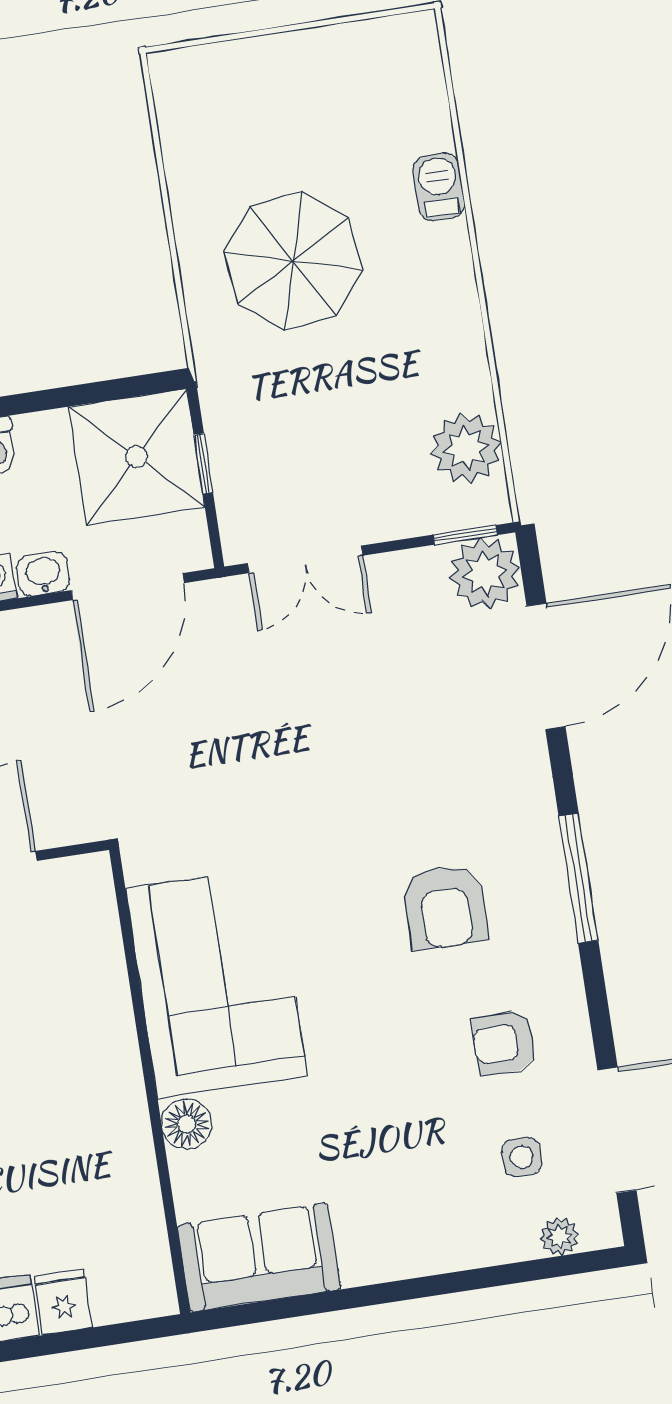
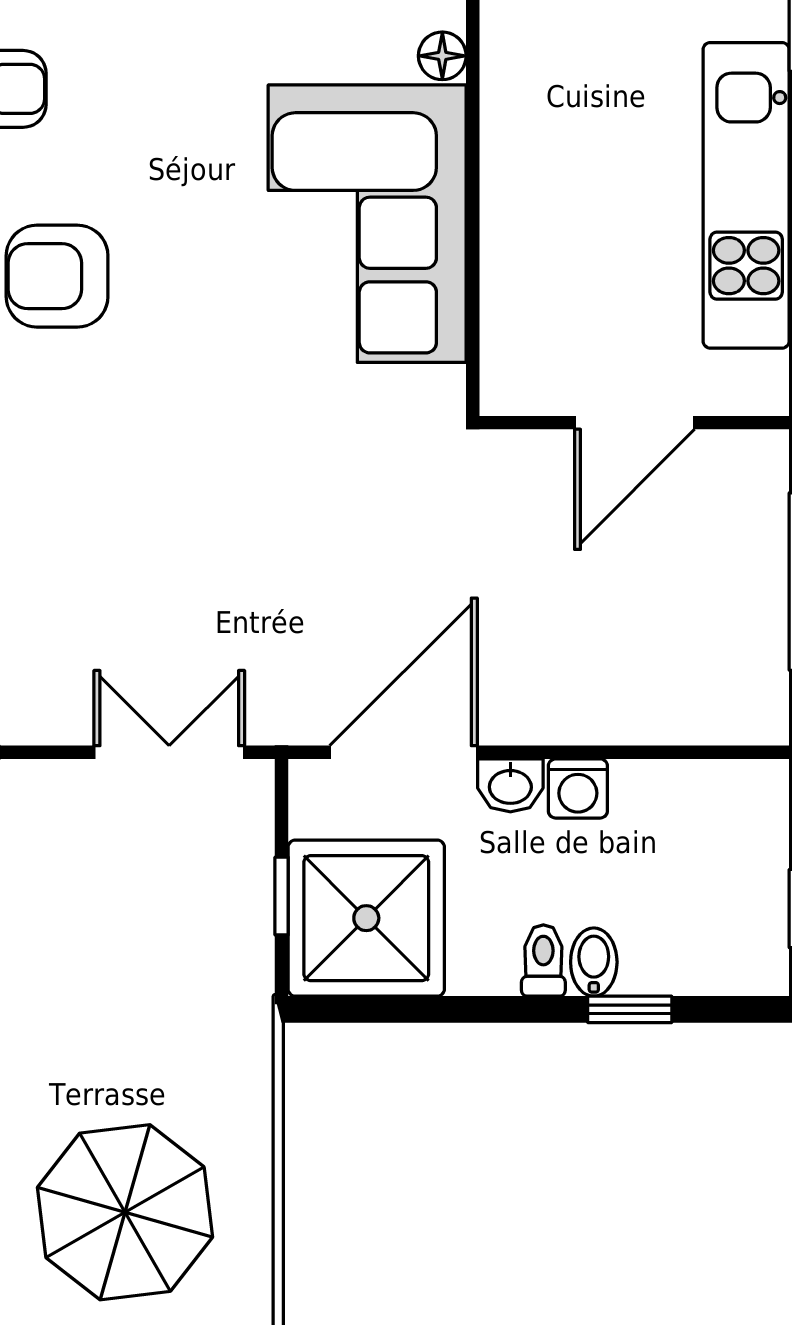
parasol: (293, 261) -> (125, 1212), moved
armchair: (445, 907) -> (57, 276), turned -90
floor lamp: (187, 1124) -> (442, 56), width x0.73, depth x0.73

